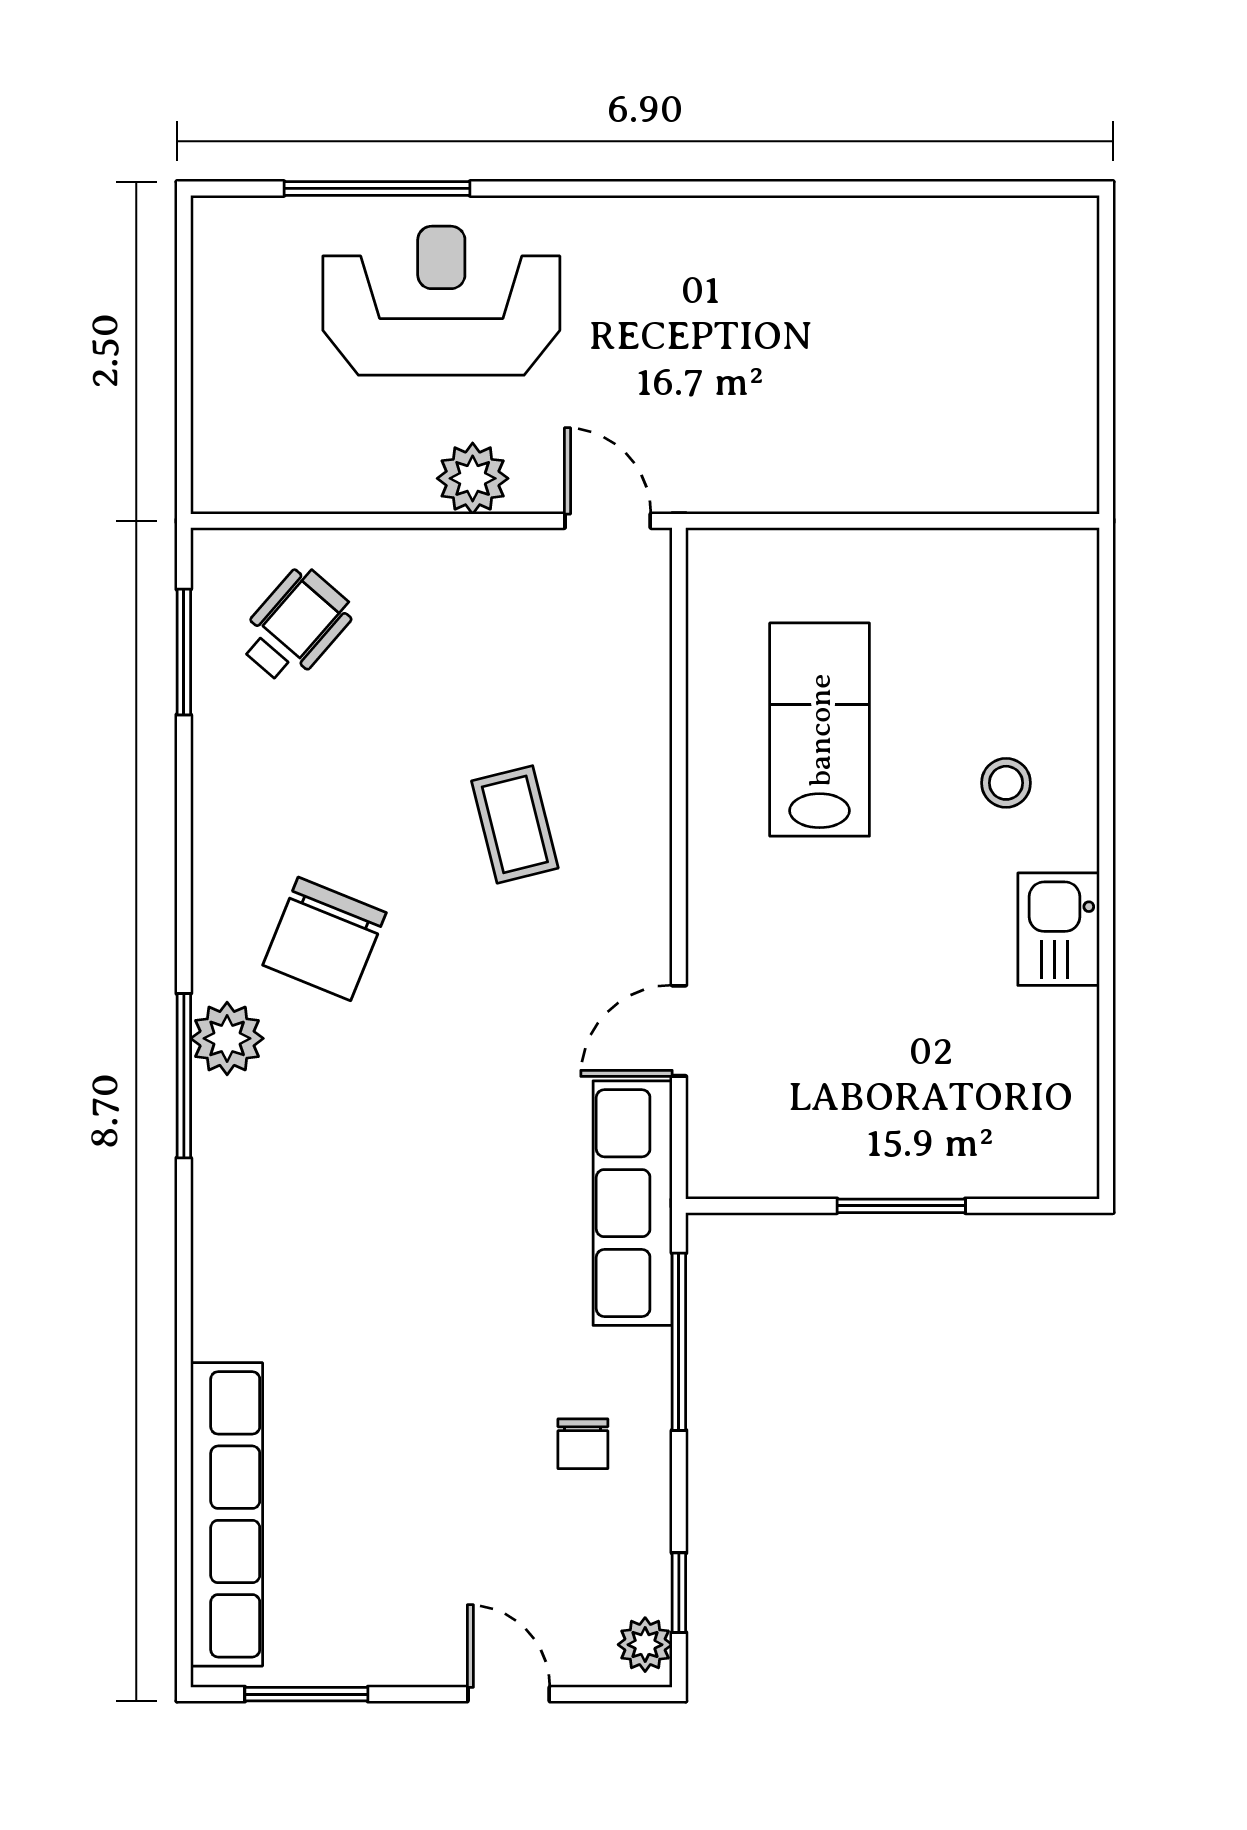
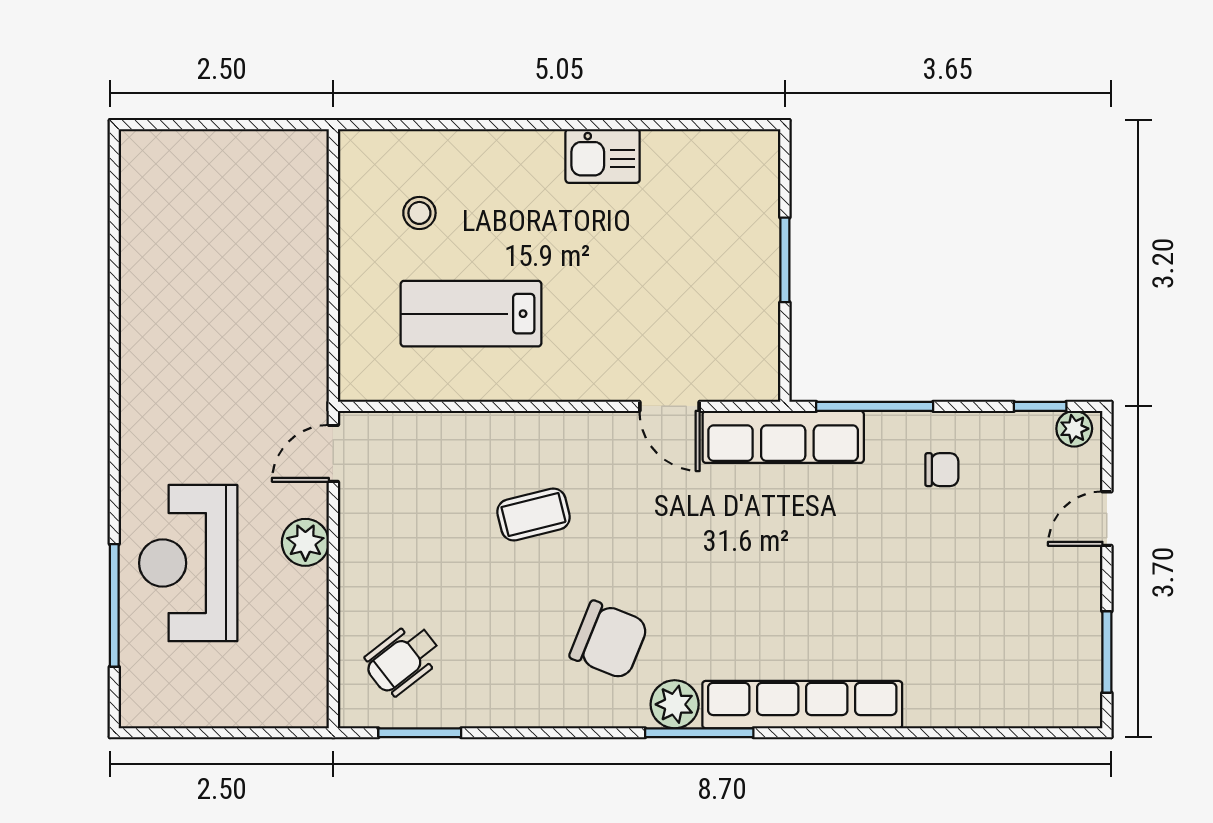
wheelchair: (295, 626) -> (403, 659), turned -79
stool: (1006, 783) -> (419, 213), moved
row of seats: (227, 1514) -> (802, 705), moved

